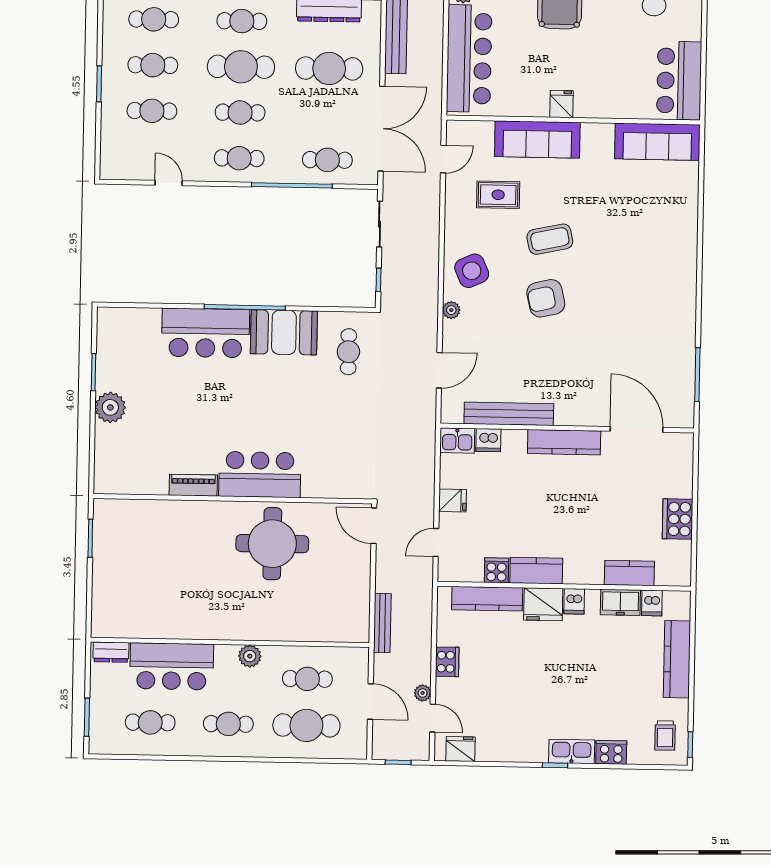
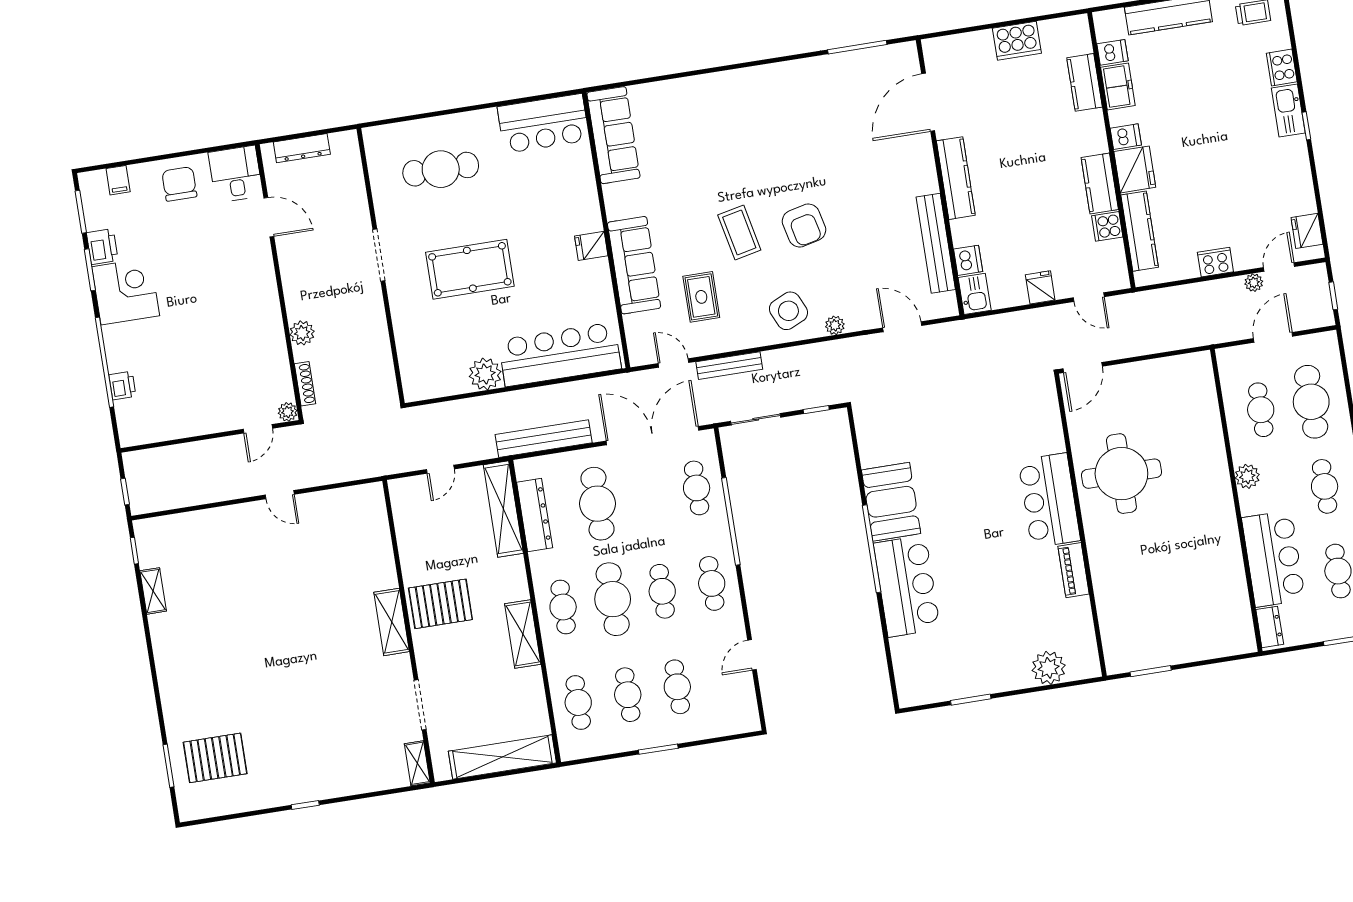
cafe table: (348, 352) -> (900, 428), removed
plant: (110, 407) -> (1049, 668), moved
bench: (382, 623) -> (729, 366), moved

